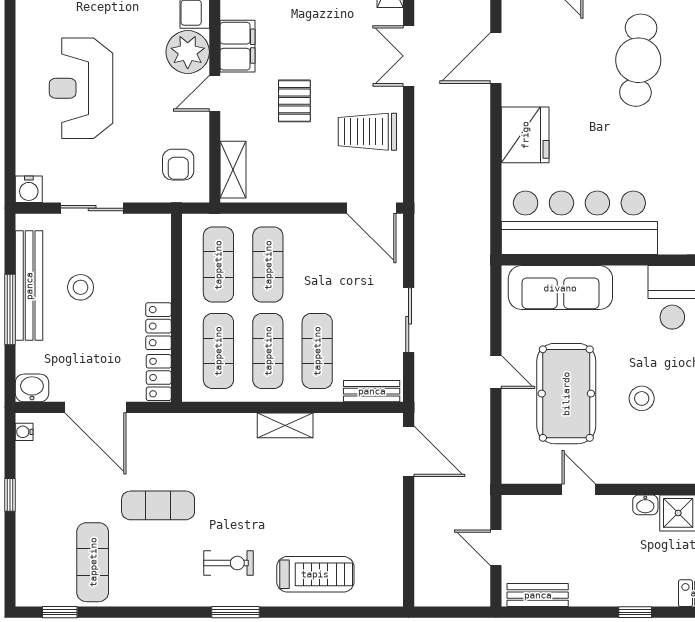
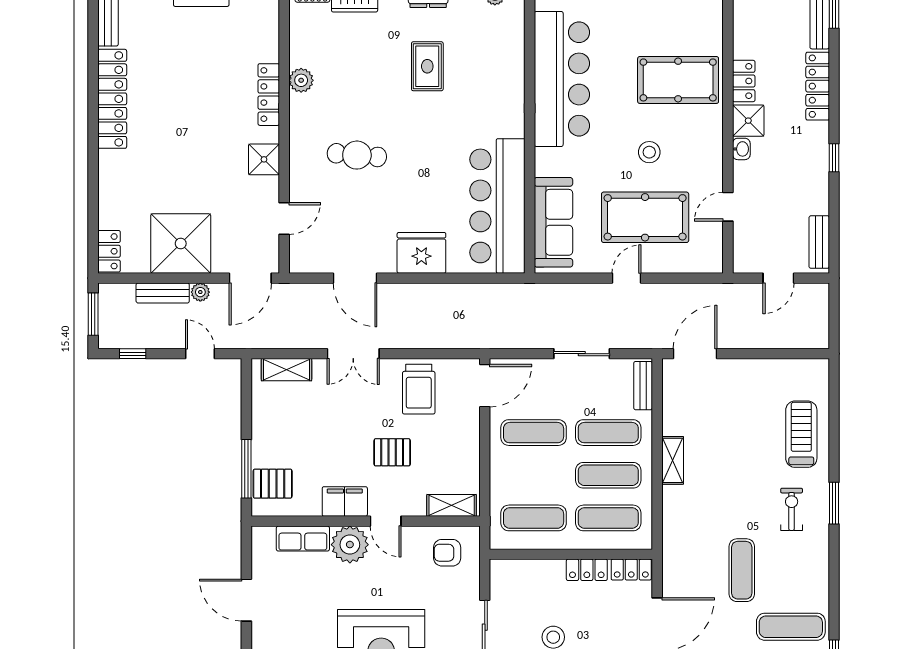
cafe table: (638, 60) -> (357, 155), width x0.73, depth x0.74
armchair: (178, 165) -> (447, 553), turned 180
exercise mat: (268, 265) -> (534, 433), moved

